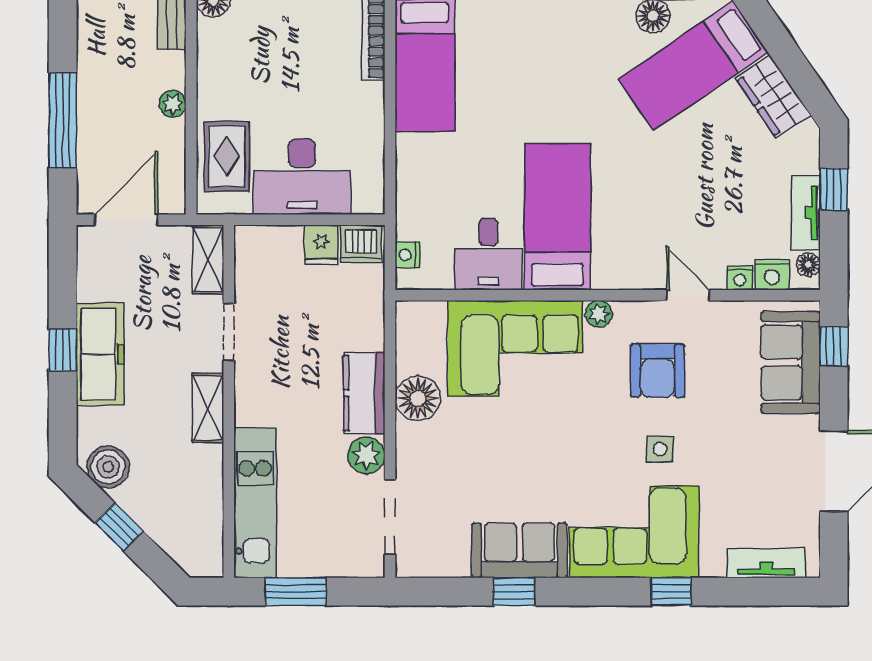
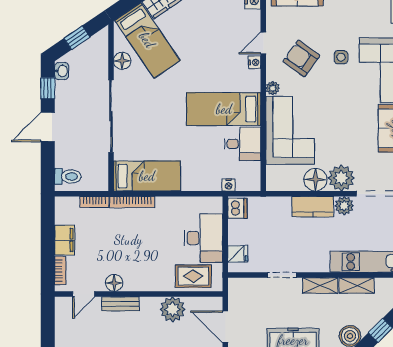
plant: (173, 104) -> (173, 309), width x1.88, depth x1.88
fridge: (321, 245) -> (238, 254), moved
nightstand: (407, 255) -> (229, 185), moved
shelving: (208, 260) -> (357, 285), moved
nightstand: (740, 278) -> (255, 62), moved
armchair: (658, 371) -> (301, 59), turned -144
plant: (421, 450) -> (341, 178), added

